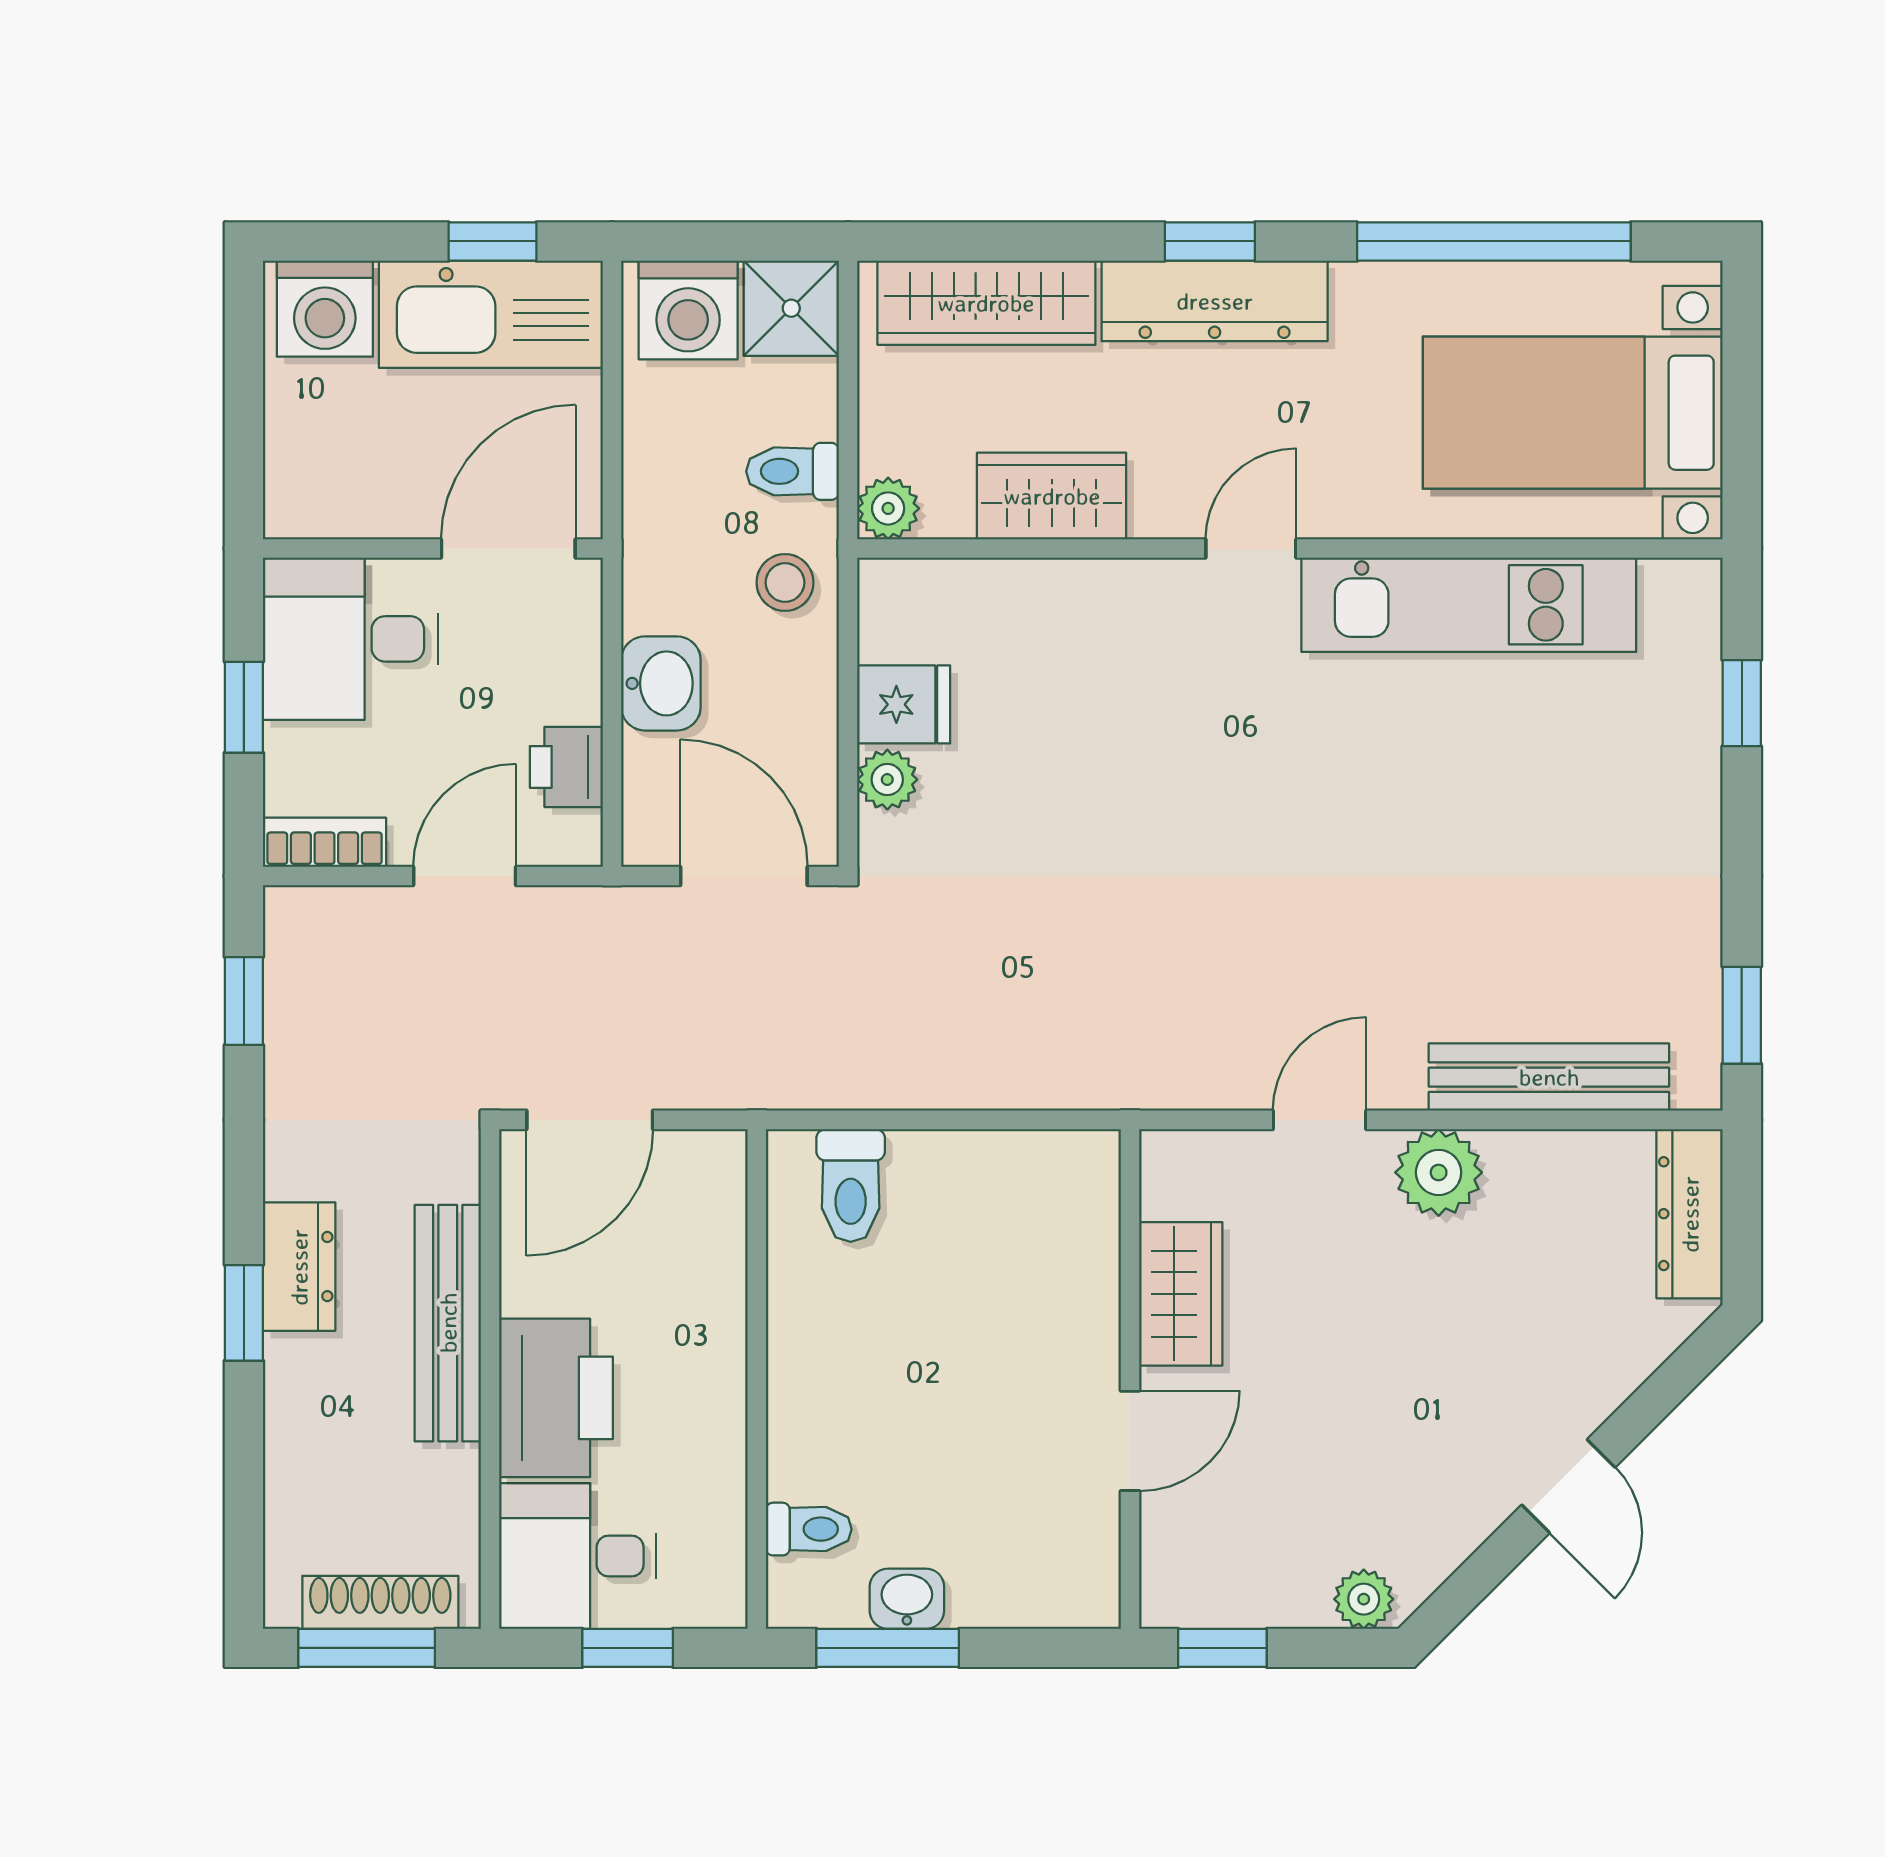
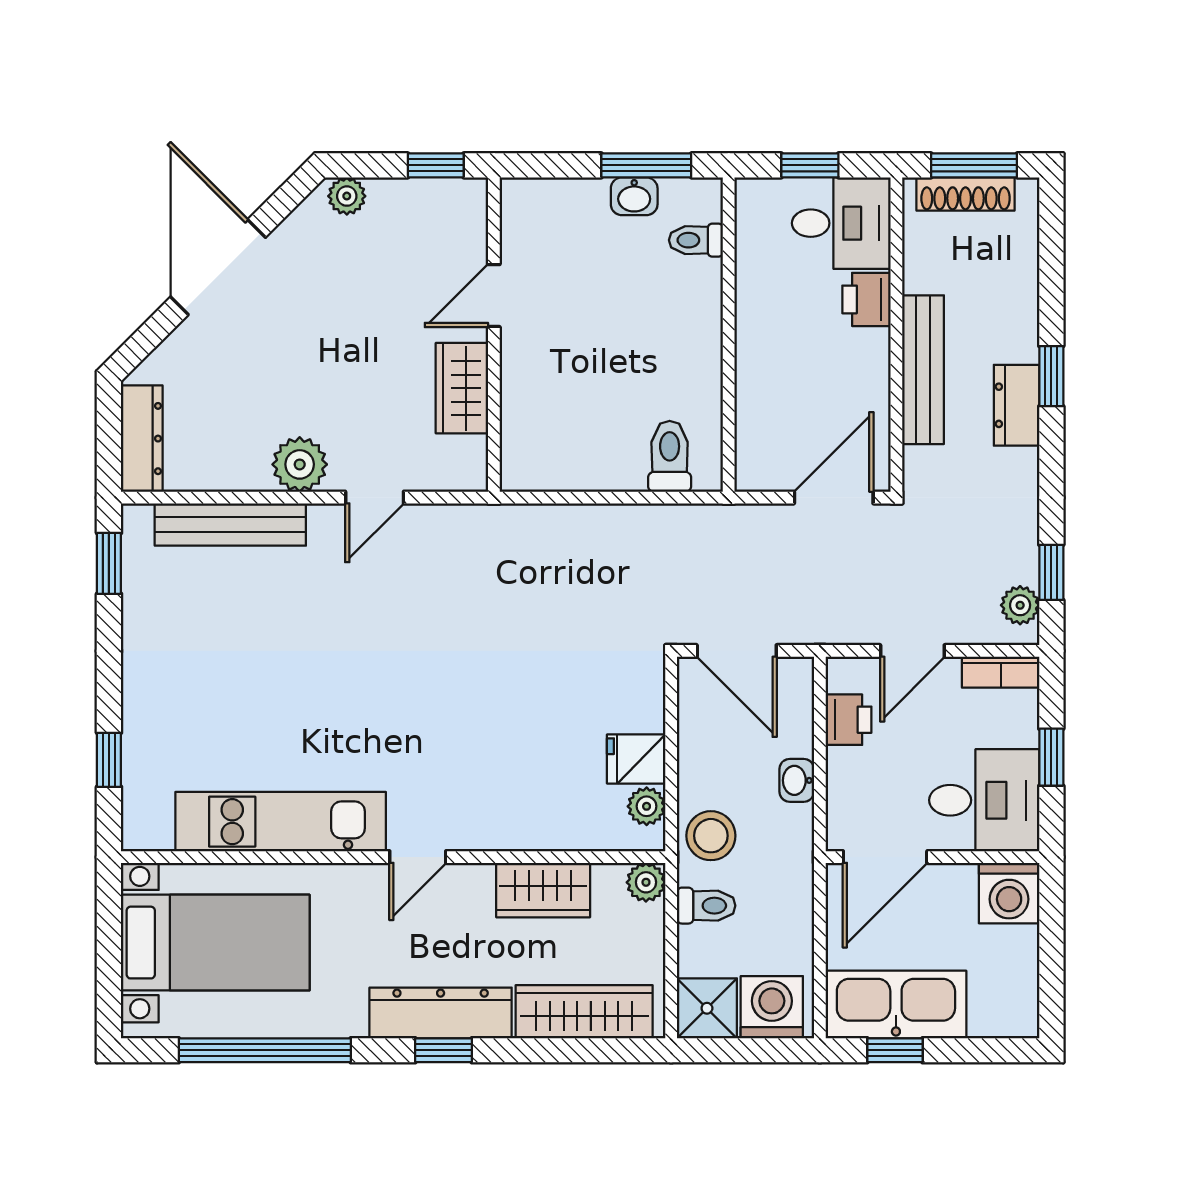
washing machine: (325, 309) -> (1009, 893), moved, turned 180
stool: (785, 583) -> (711, 836), width x1.37, depth x1.37
washbasin: (661, 683) -> (797, 780), width x0.72, depth x0.69
plant: (887, 780) -> (647, 806), moved
plant: (294, 949) -> (1020, 605), added
printer: (556, 1398) -> (867, 299), width x0.53, depth x0.68
door: (1568, 1486) -> (218, 267), width x1.87

